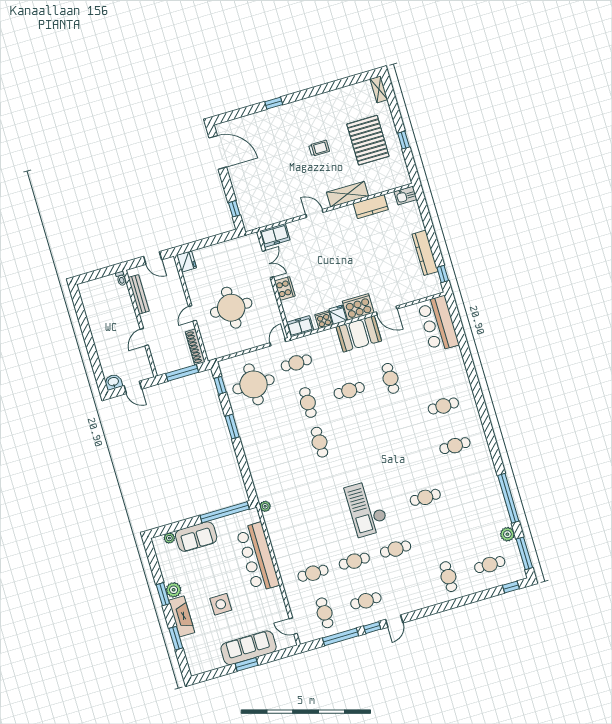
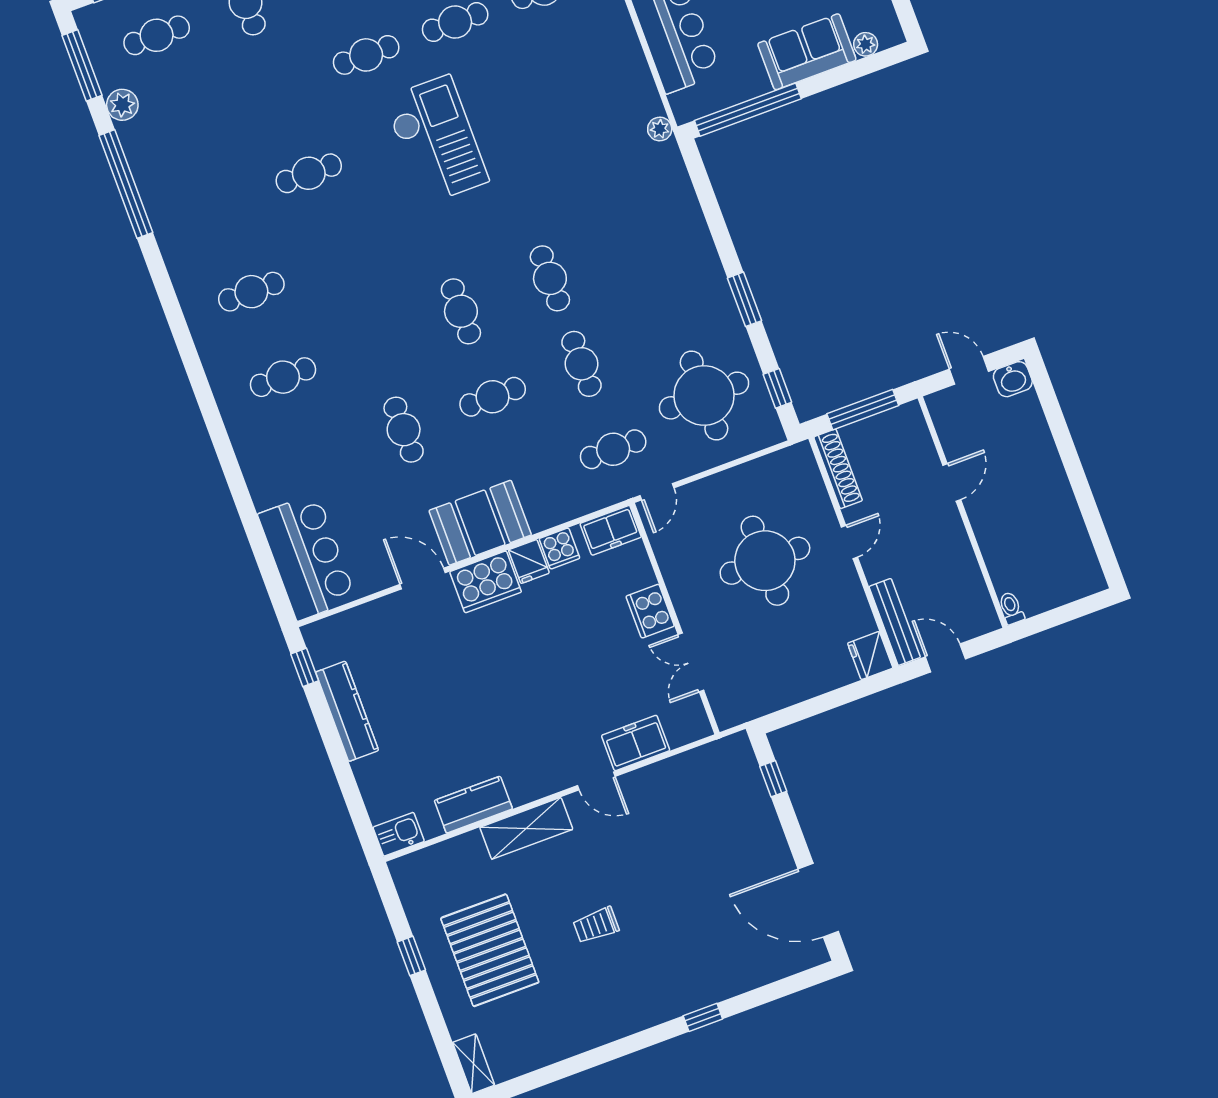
freezer: (275, 235) -> (636, 743), moved
bench: (139, 294) -> (895, 622), moved
cafe table: (361, 430) -> (461, 311), added

